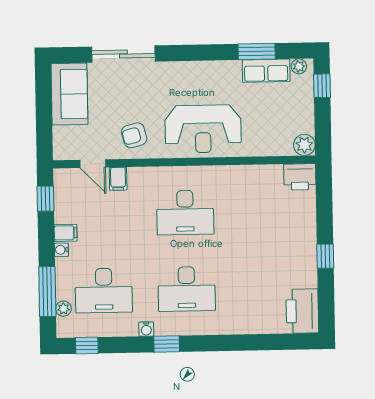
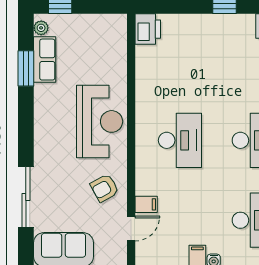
armchair: (134, 135) -> (105, 188), turned 76
plant: (304, 145) -> (117, 24), removed

